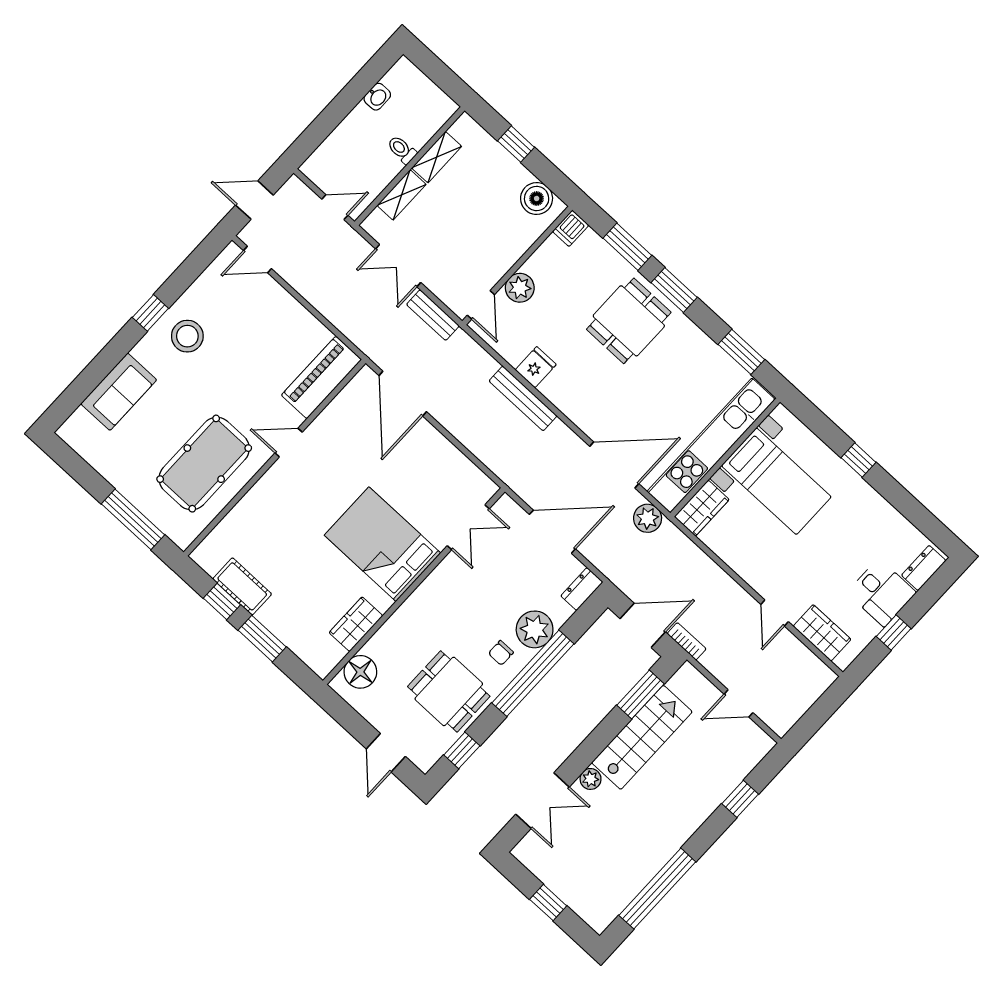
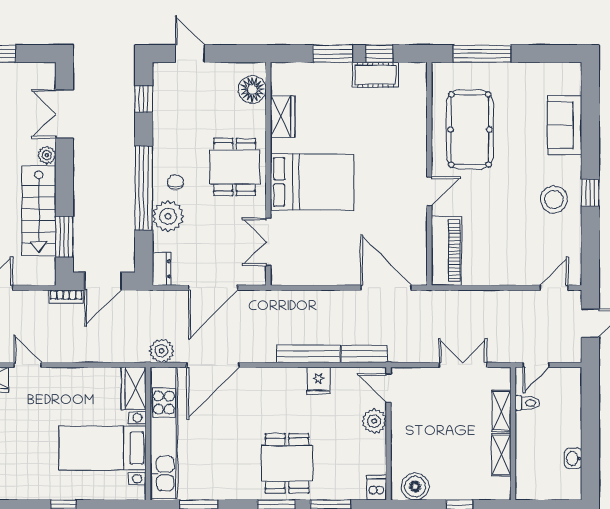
toilet: (402, 150) -> (527, 403), moved
bench: (433, 315) -> (364, 354), moved
dining table: (449, 691) -> (235, 167), moved, turned 90

